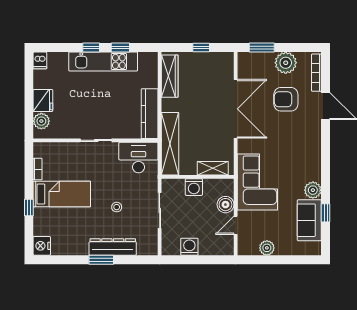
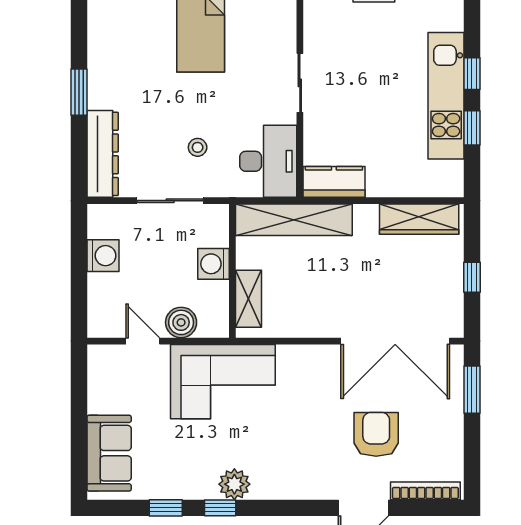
plant: (286, 63) -> (444, 434), removed
double door: (236, 109) -> (395, 341), moved
kitchen counter: (150, 114) -> (334, 182), width x0.67
window: (326, 183) -> (220, 508), added
plant: (313, 190) -> (234, 484), moved
stool: (117, 207) -> (198, 147), moved
sofa: (309, 220) -> (109, 453), moved, turned 90
dresser: (113, 247) -> (103, 154), moved
plant: (267, 248) -> (101, 399), removed

